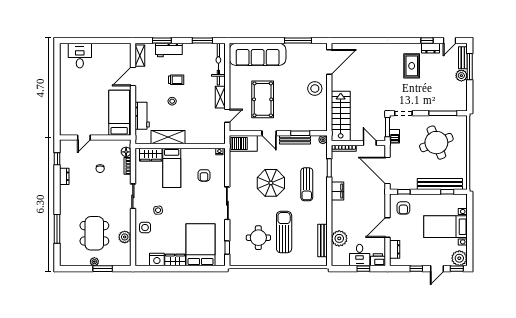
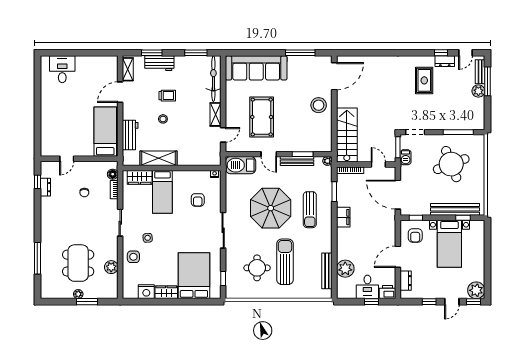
dresser: (64, 176) -> (45, 187), moved
parasol: (271, 183) -> (271, 208), width x1.36, depth x1.36
bed with nightstands: (445, 227) -> (449, 244), moved, turned -90

